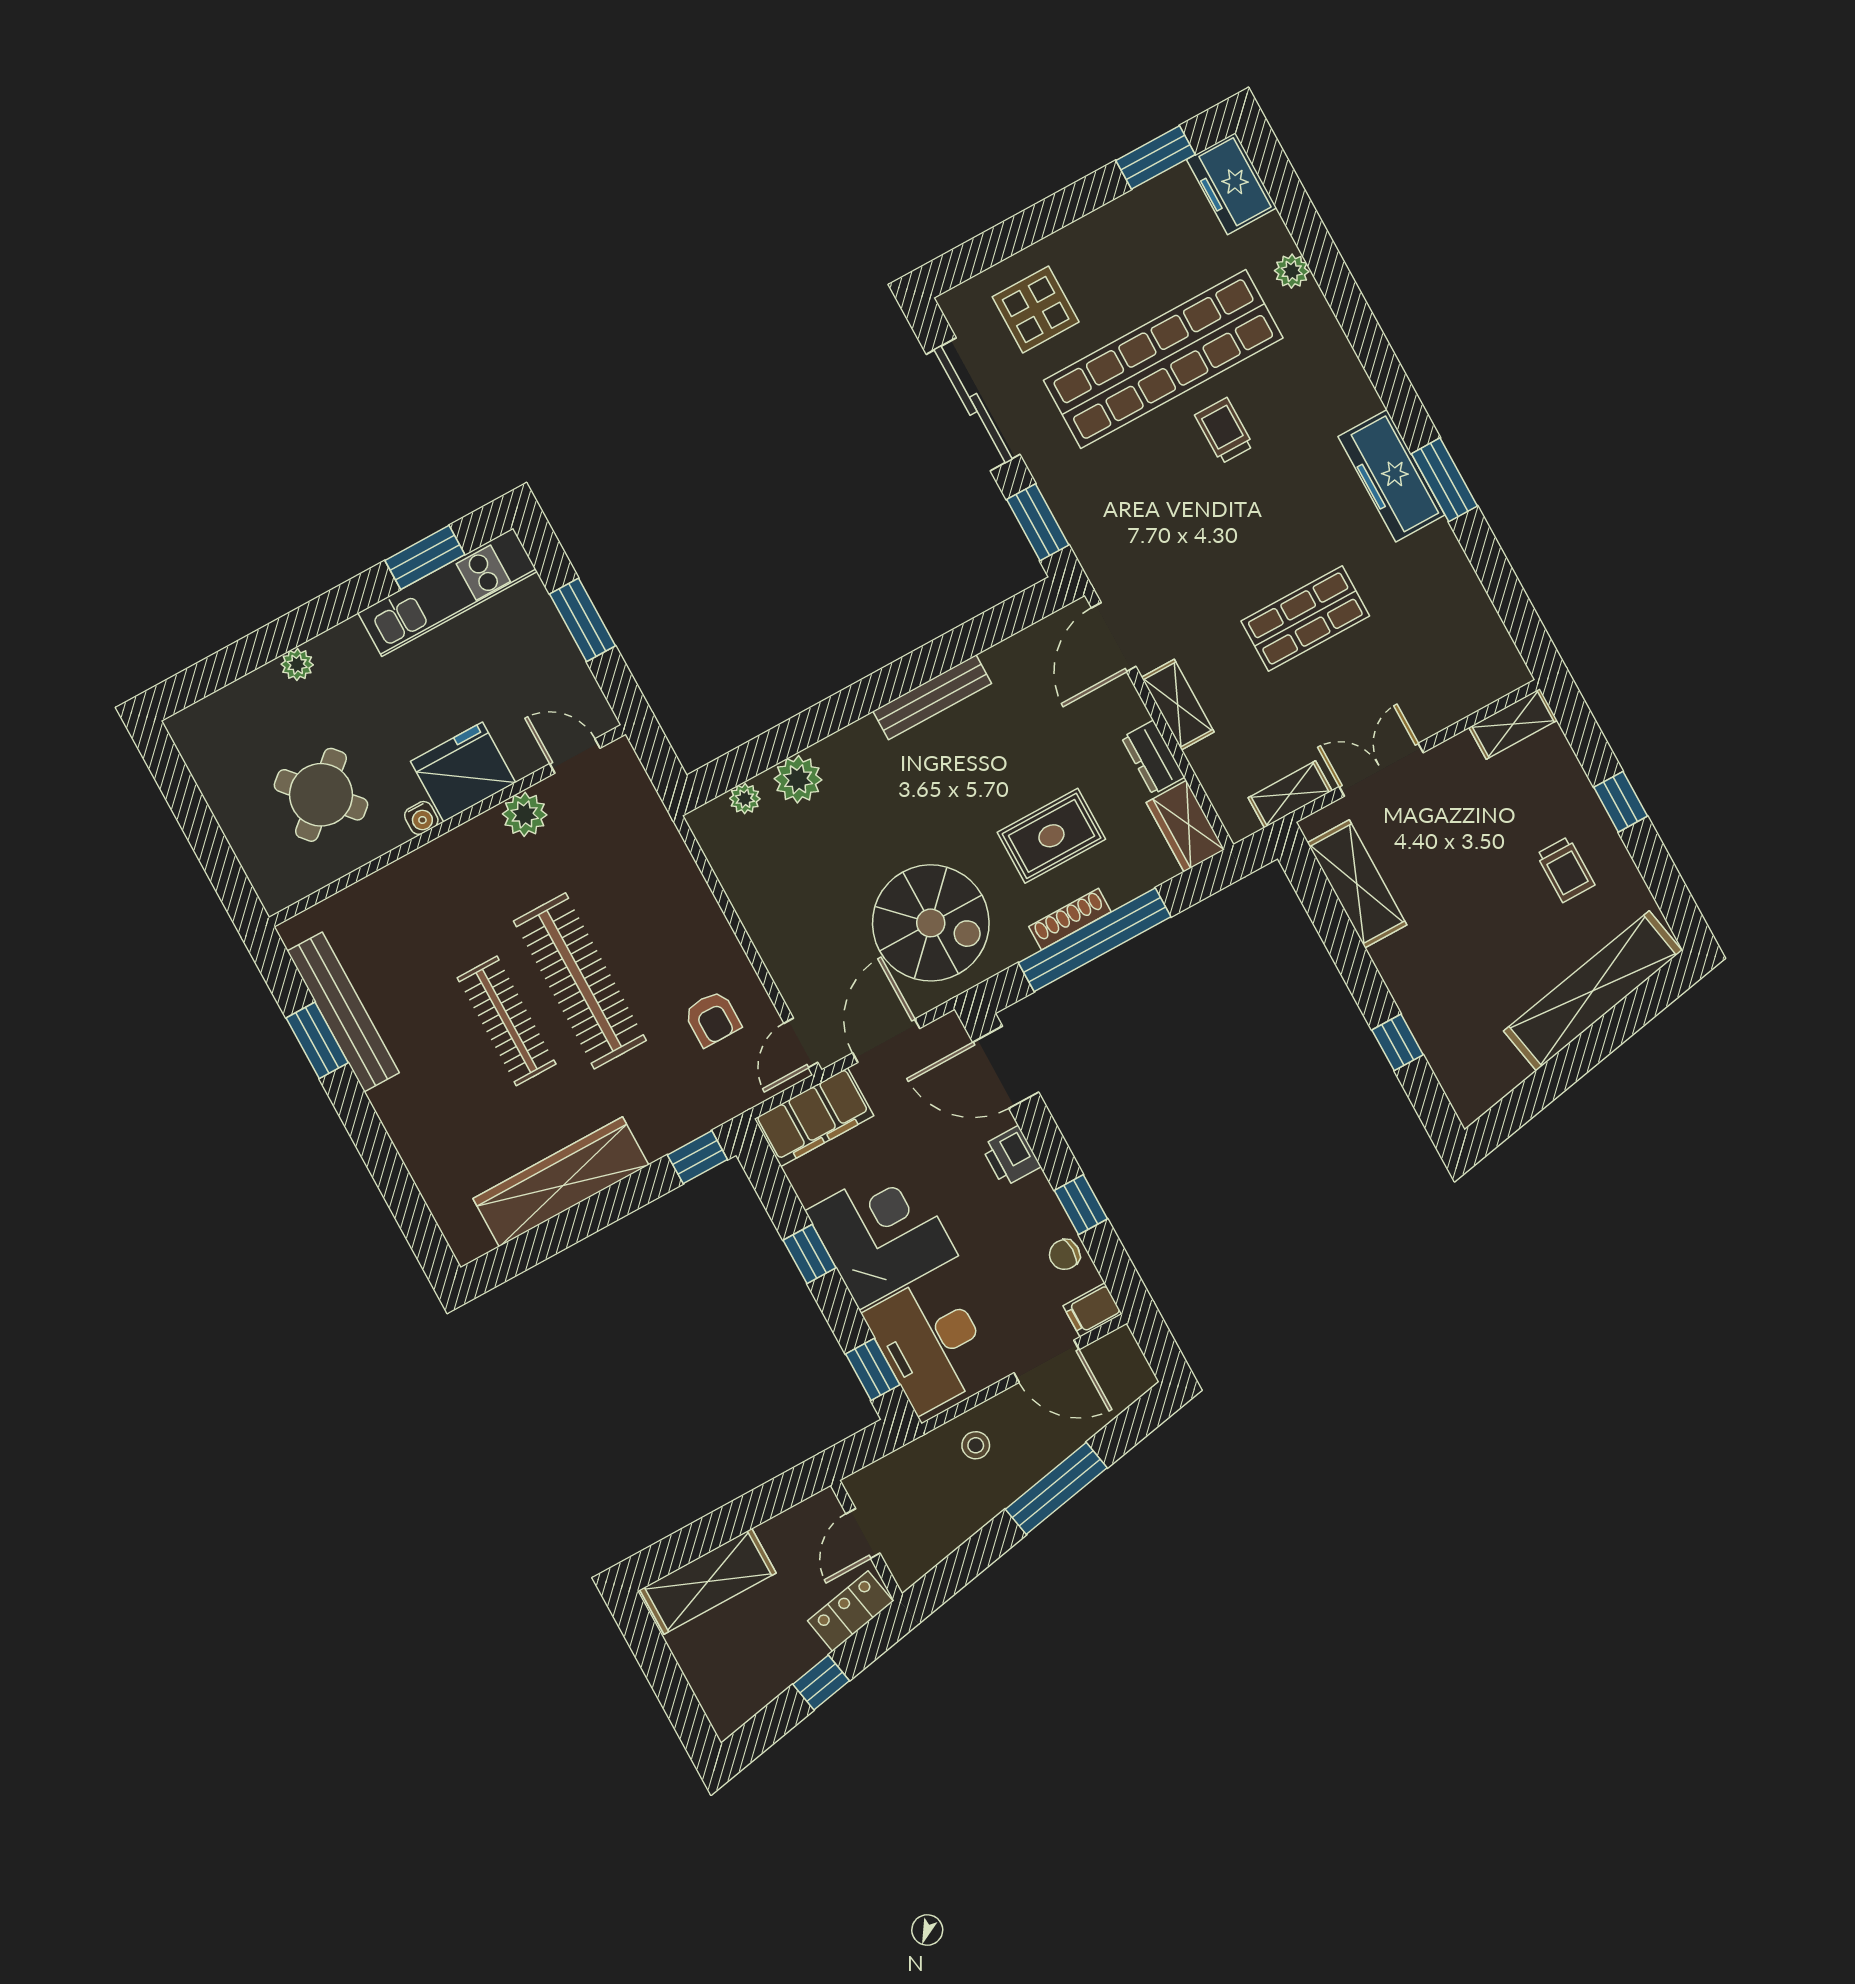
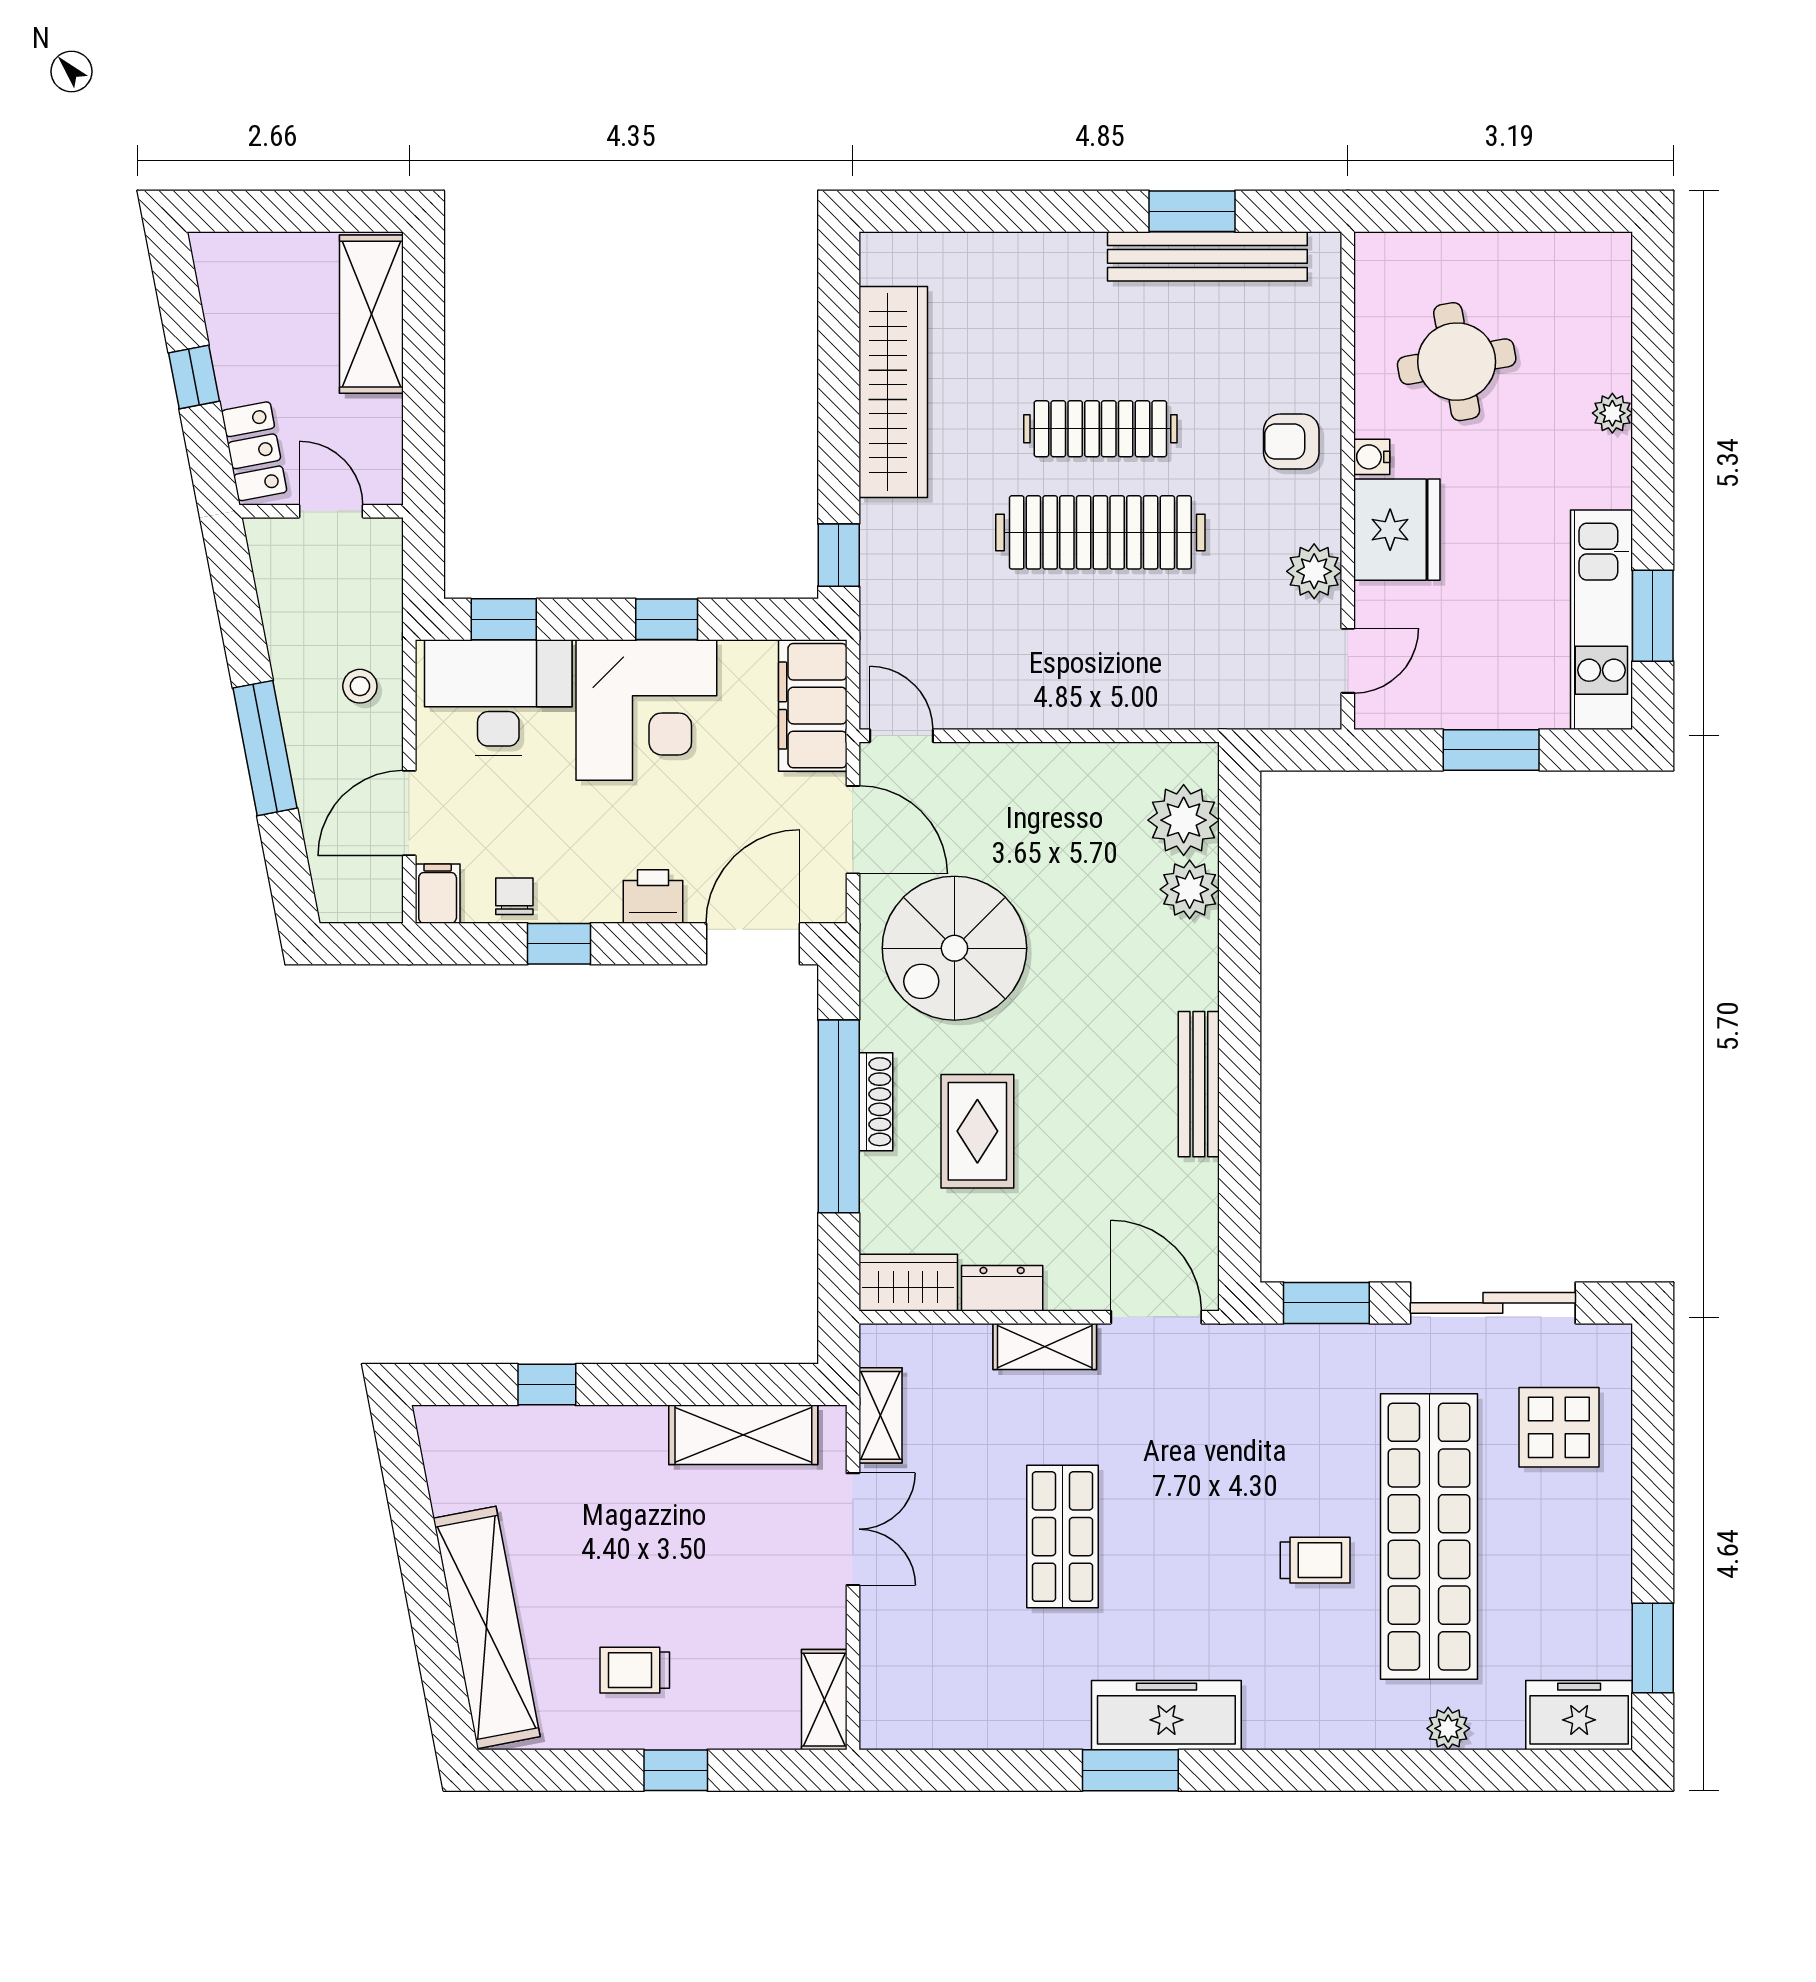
round table: (321, 795) -> (1457, 362), turned 31
plant: (745, 799) -> (1184, 820), width x1.87, depth x1.87
armchair: (713, 1019) -> (1291, 442), moved

